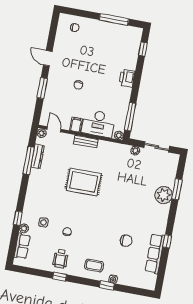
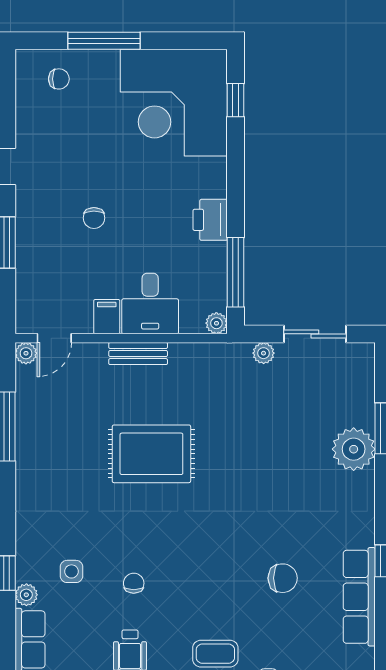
window: (114, 19) -> (104, 41), moved
corner desk: (118, 45) -> (174, 103), added
printer: (127, 78) -> (210, 220), moved
desk: (98, 124) -> (150, 304), width x0.73
door: (54, 129) -> (54, 338), swing flipped
dresser: (38, 156) -> (27, 412), removed

